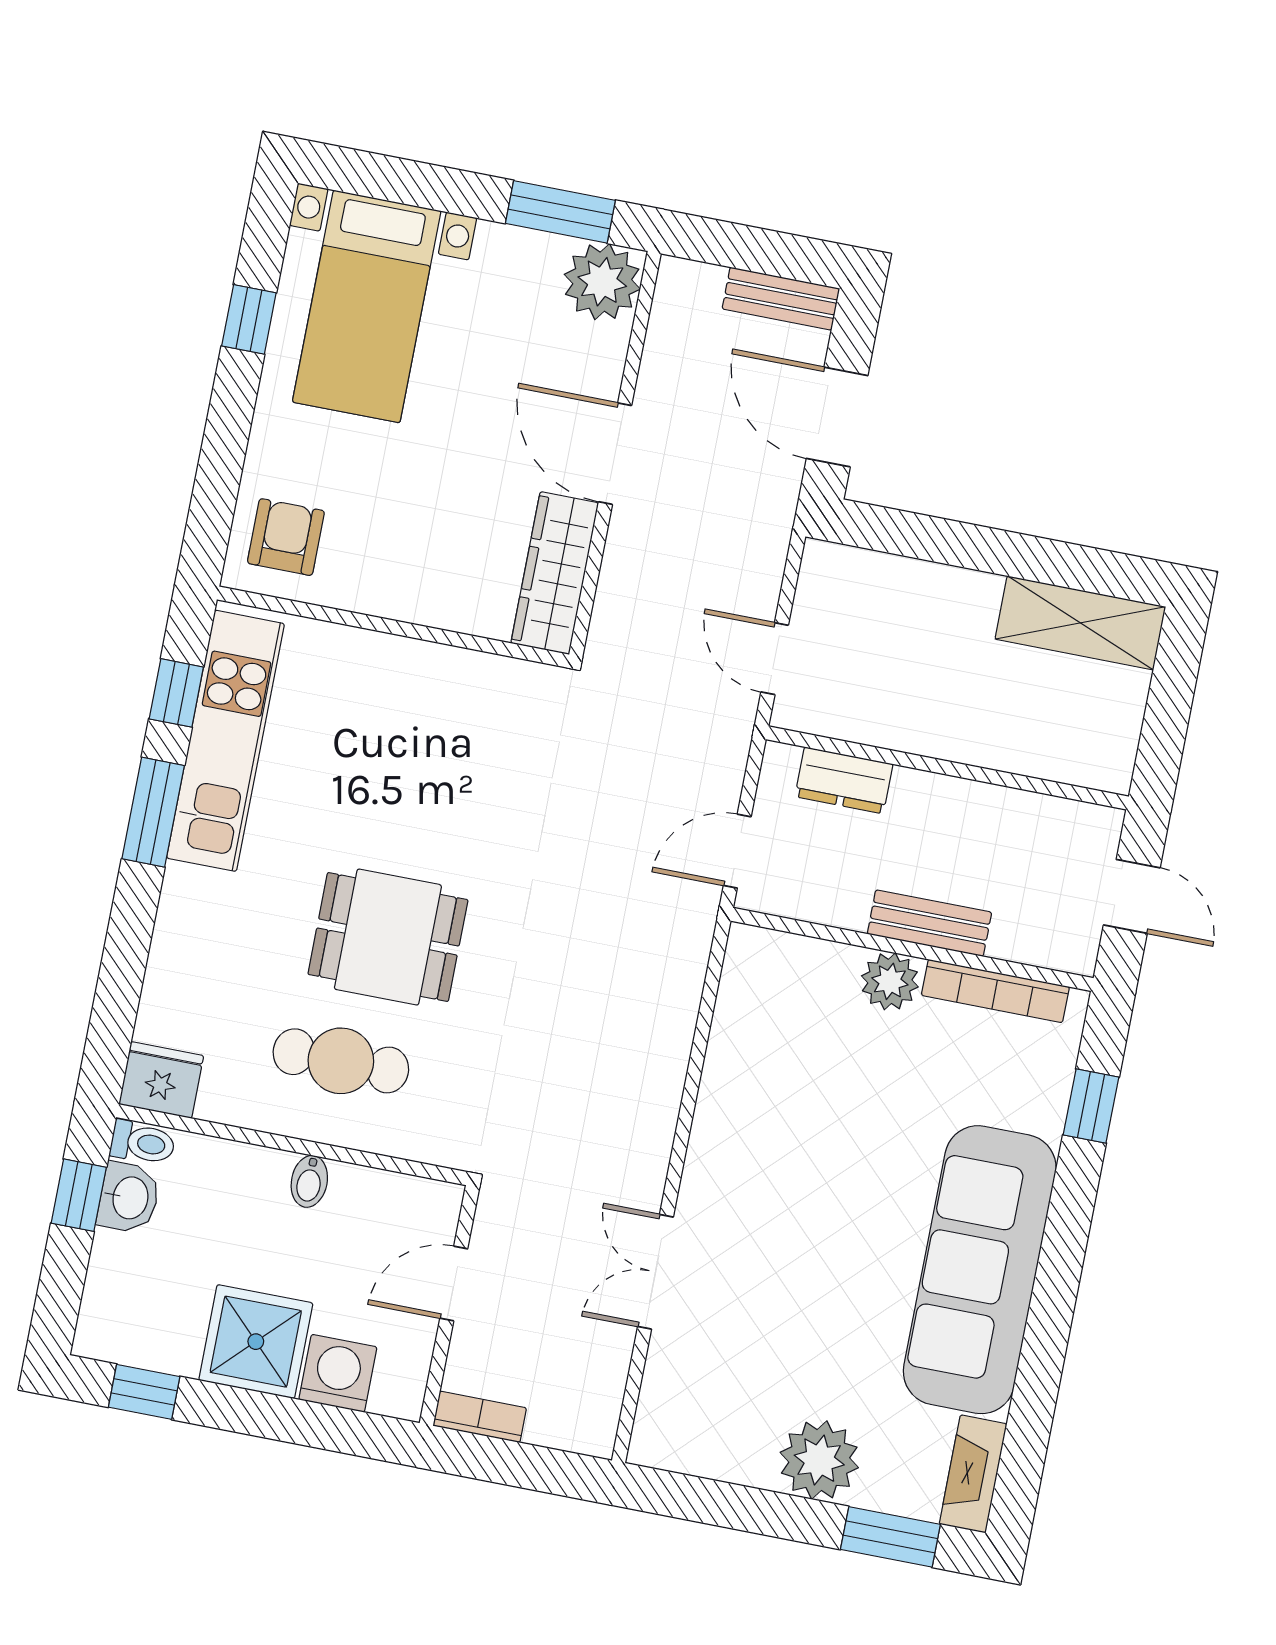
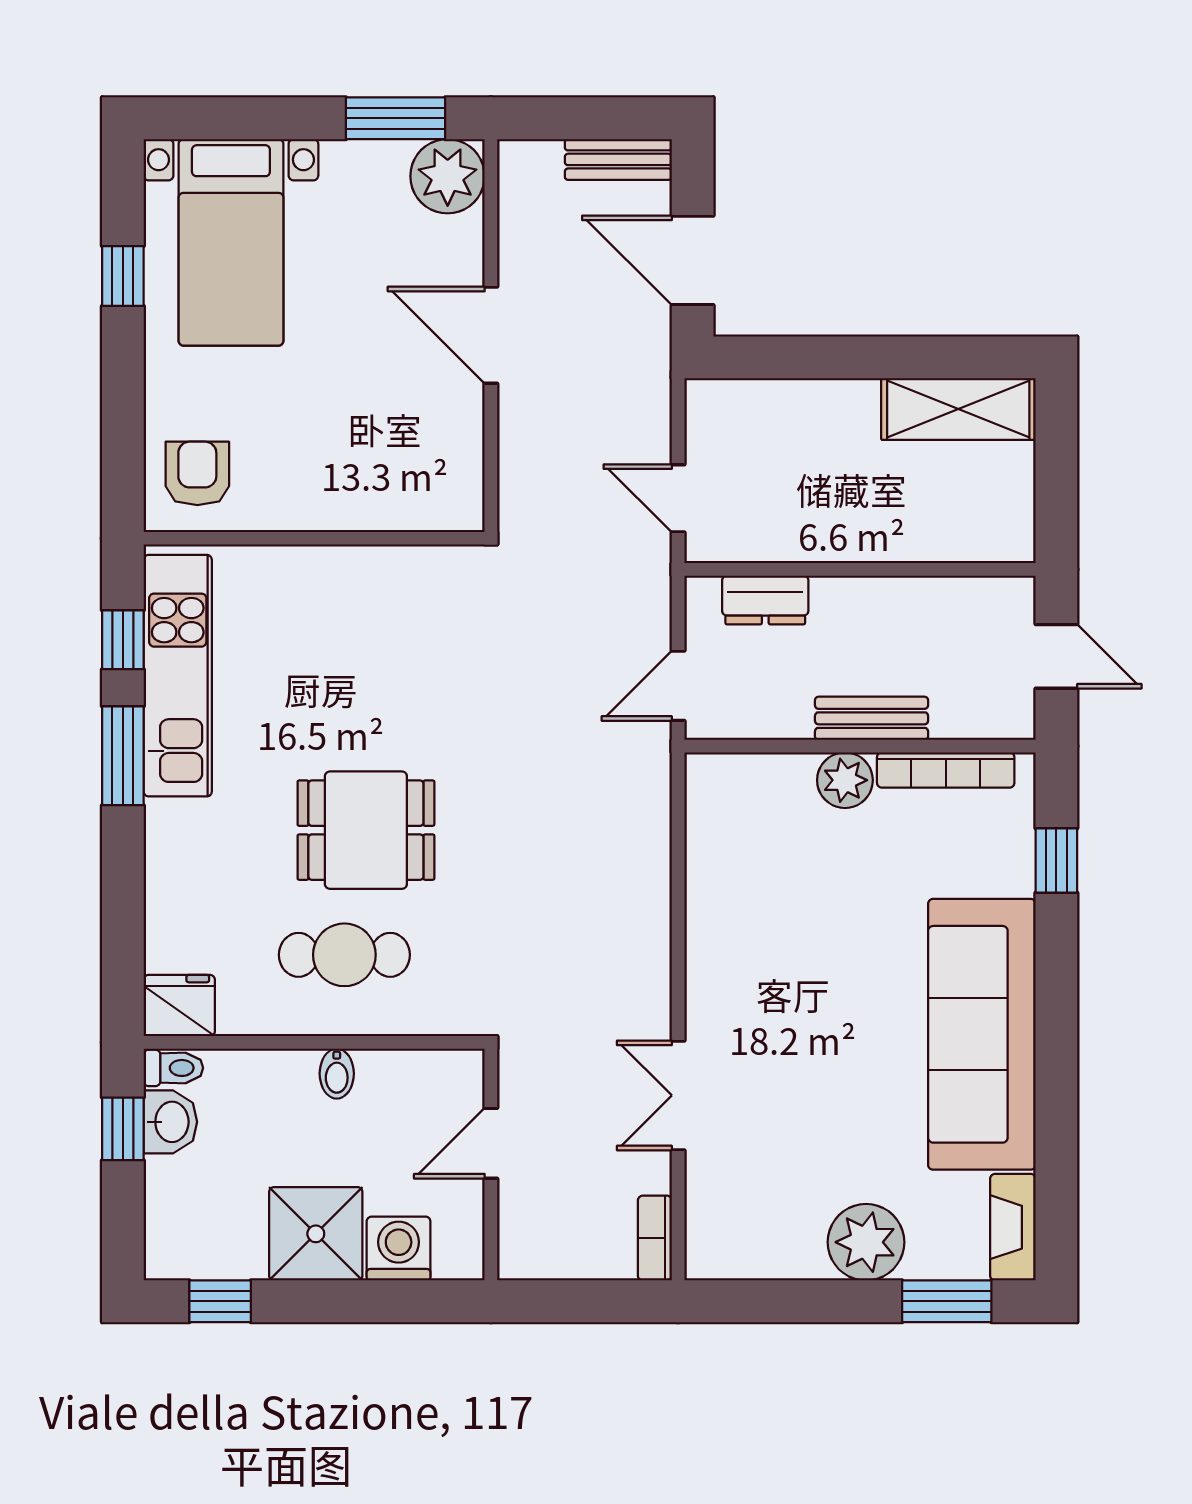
wardrobe: (555, 573) -> (456, 458), removed
bookcase: (480, 1417) -> (655, 1238), moved, turned -90

